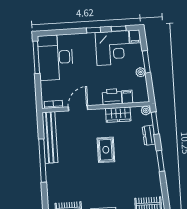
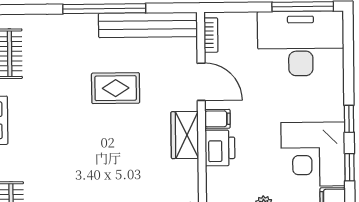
filing cabinet: (127, 97) -> (218, 119), moved
wardrobe: (118, 115) -> (185, 135), moved
rug: (106, 150) -> (116, 88), moved

